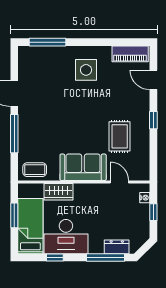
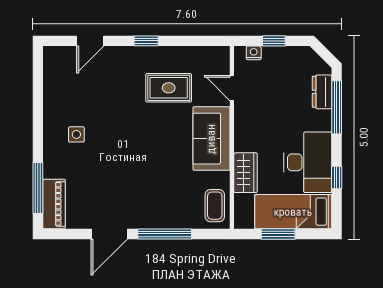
piano: (130, 54) -> (54, 204), moved
side table: (86, 70) -> (76, 134), width x0.54, depth x0.54
door: (119, 182) -> (232, 88), hinge flipped

